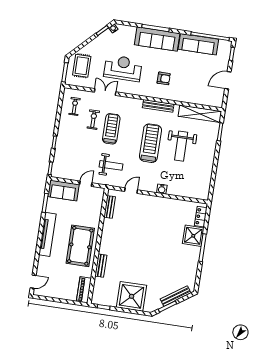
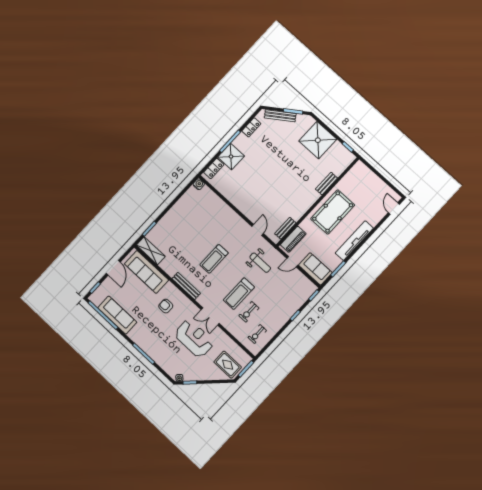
sofa: (157, 39) -> (146, 272), moved, turned 180
rug: (82, 66) -> (228, 365), turned 90
reception desk: (123, 68) -> (194, 338), turned 180
door: (228, 80) -> (113, 268), hinge flipped
double door: (105, 92) -> (210, 317), moved
shelving: (200, 114) -> (151, 251), width x0.68
treadmill: (150, 143) -> (214, 259), width x0.73, depth x0.73
weight bench: (181, 146) -> (190, 239), removed
weight bench: (111, 165) -> (260, 263), turned 180
water cooler: (162, 189) -> (199, 184), moved
door: (131, 191) -> (258, 230), swing flipped
locker: (193, 271) -> (251, 127), added
door: (33, 282) -> (394, 209), hinge flipped
piano: (84, 290) -> (293, 239), moved

